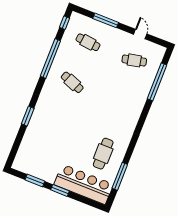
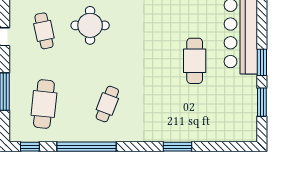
cafe table: (88, 42) -> (44, 104), width x1.37, depth x1.35
round table: (126, 91) -> (90, 25), added
cafe table: (103, 154) -> (195, 61), moved, turned 90

